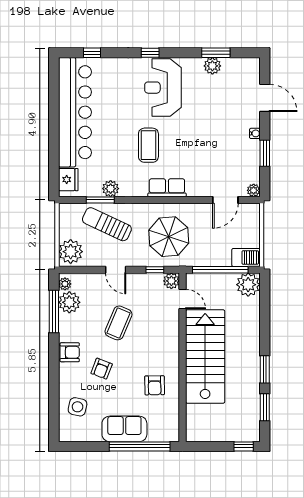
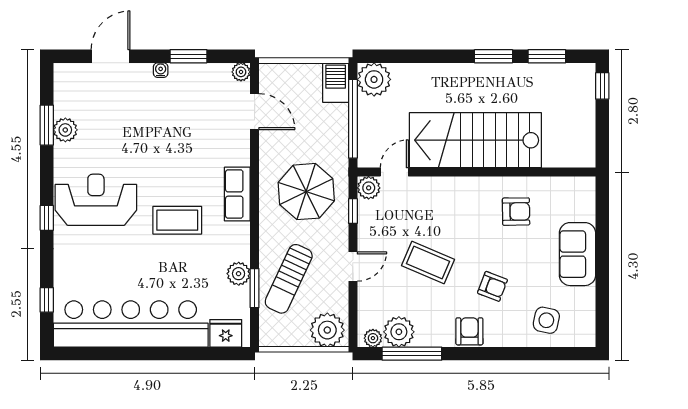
reception desk: (163, 88) -> (96, 200), turned 180
window: (140, 446) -> (602, 233), removed

